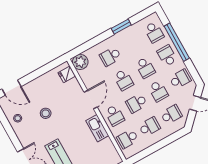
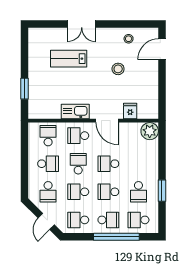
school desk: (110, 57) -> (138, 192), moved, turned 180
fridge: (67, 74) -> (130, 111), moved
school desk: (180, 79) -> (78, 220), turned 90
school desk: (149, 127) -> (48, 164), turned -90

